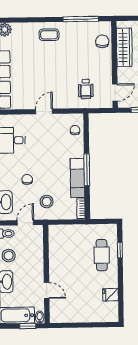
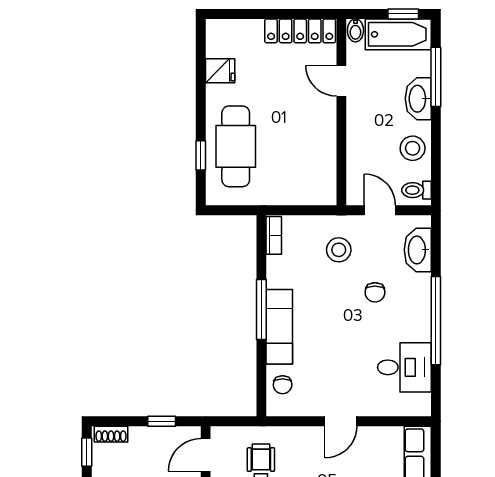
exam couch: (77, 178) -> (279, 327), moved
door: (25, 223) -> (380, 210), swing flipped
cafe table: (102, 255) -> (236, 146), width x1.37, depth x1.35
locker: (69, 316) -> (300, 31), added
window: (28, 326) -> (403, 14), moved

